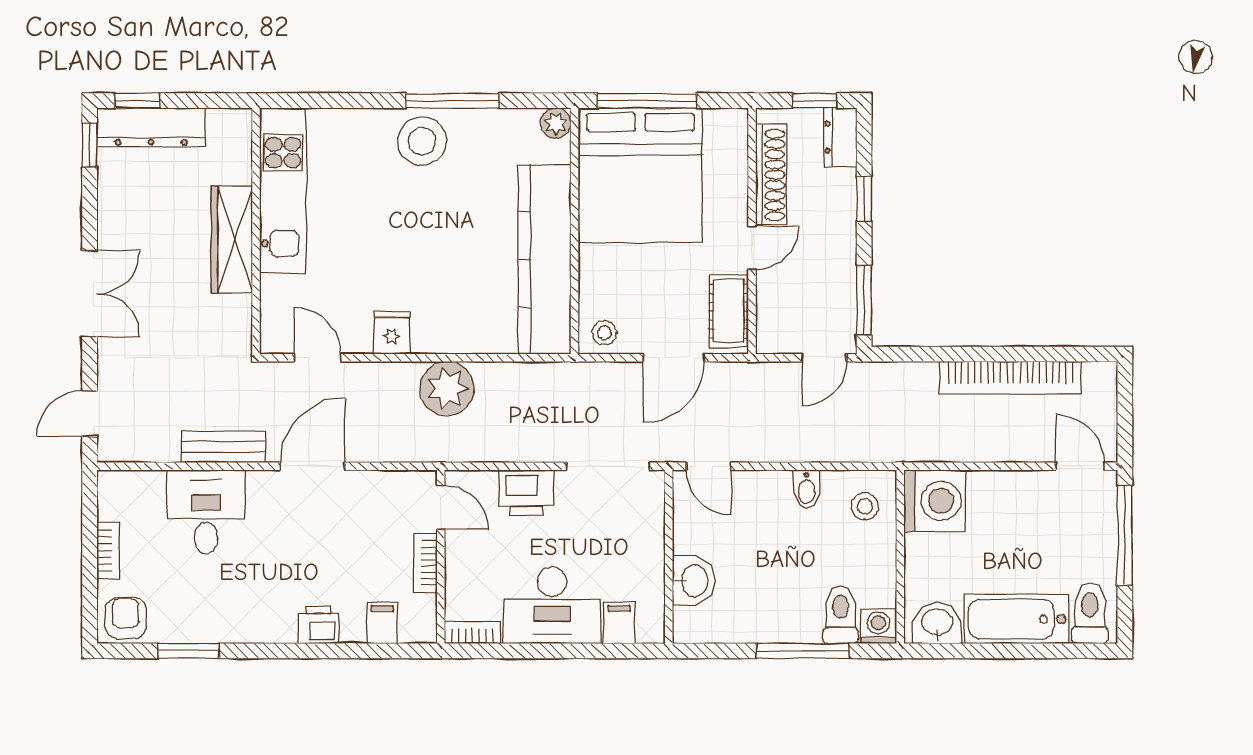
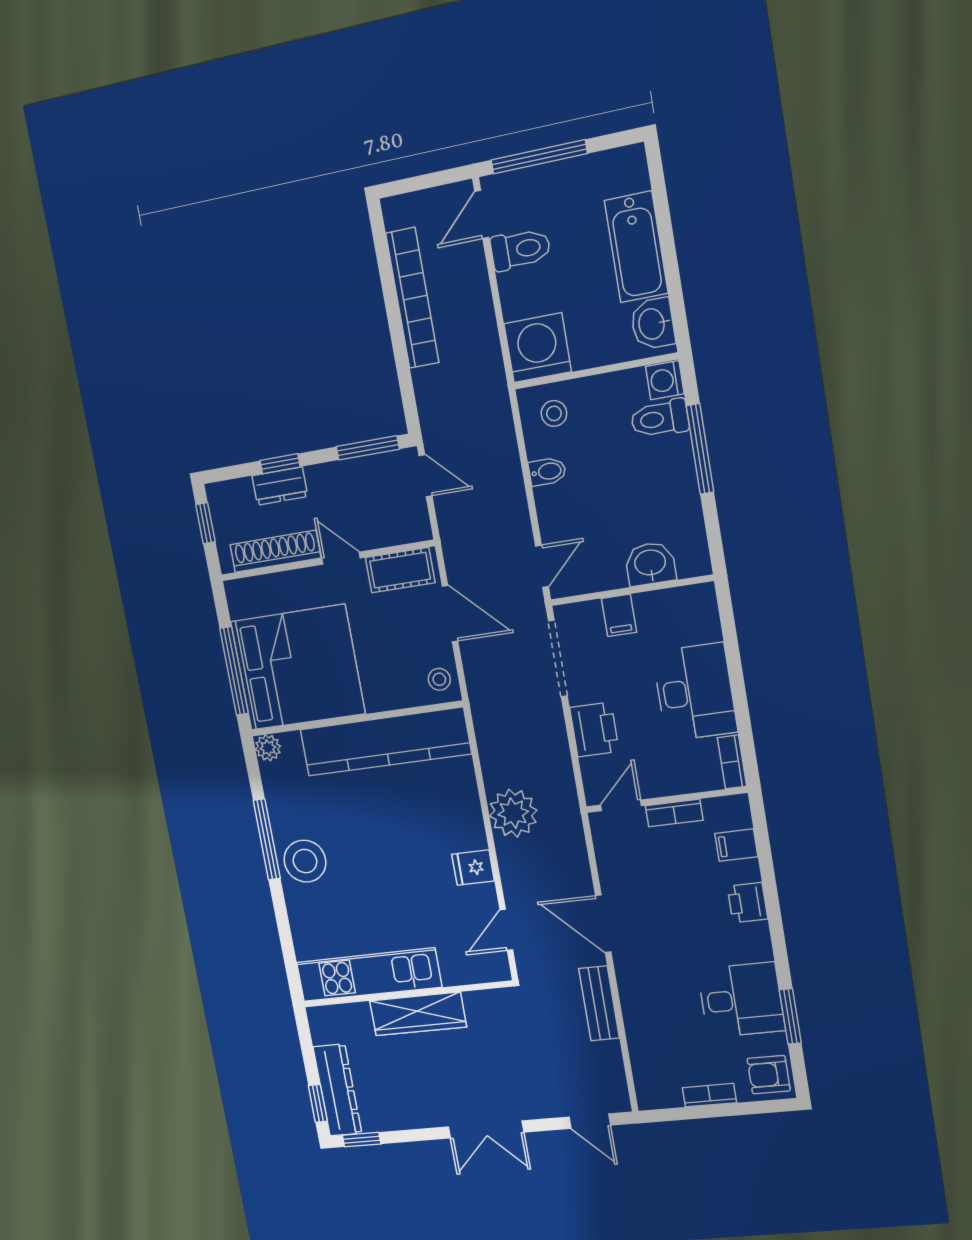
dresser: (840, 137) -> (280, 486), moved
double door: (90, 294) -> (486, 1129), swing flipped
desk: (206, 512) -> (741, 1000), moved, turned 180
toilet: (1090, 613) -> (520, 249), moved, turned 180
filing cabinet: (619, 623) -> (619, 615), moved, turned -90

